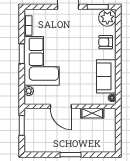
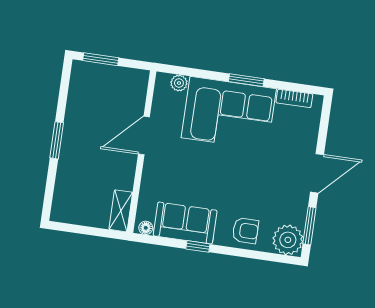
armchair: (106, 42) -> (245, 231), turned 90
window: (118, 67) -> (198, 246), added
shelving: (92, 113) -> (121, 211), moved
window: (22, 125) -> (101, 59), moved

